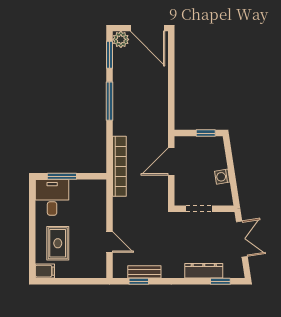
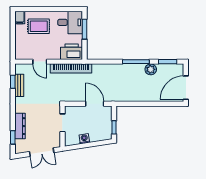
plant: (121, 39) -> (151, 69), moved
bookcase: (119, 166) -> (71, 68), moved
printer: (95, 195) -> (72, 52), added
door: (109, 242) -> (40, 62), hinge flipped

